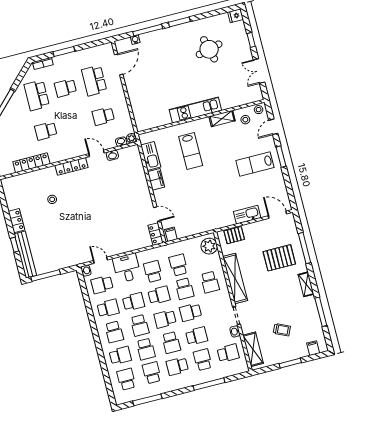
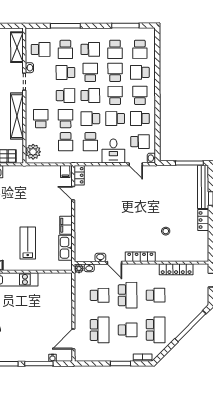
school desk: (75, 124) -> (128, 295), added
school desk: (228, 353) -> (41, 49), turned 180

